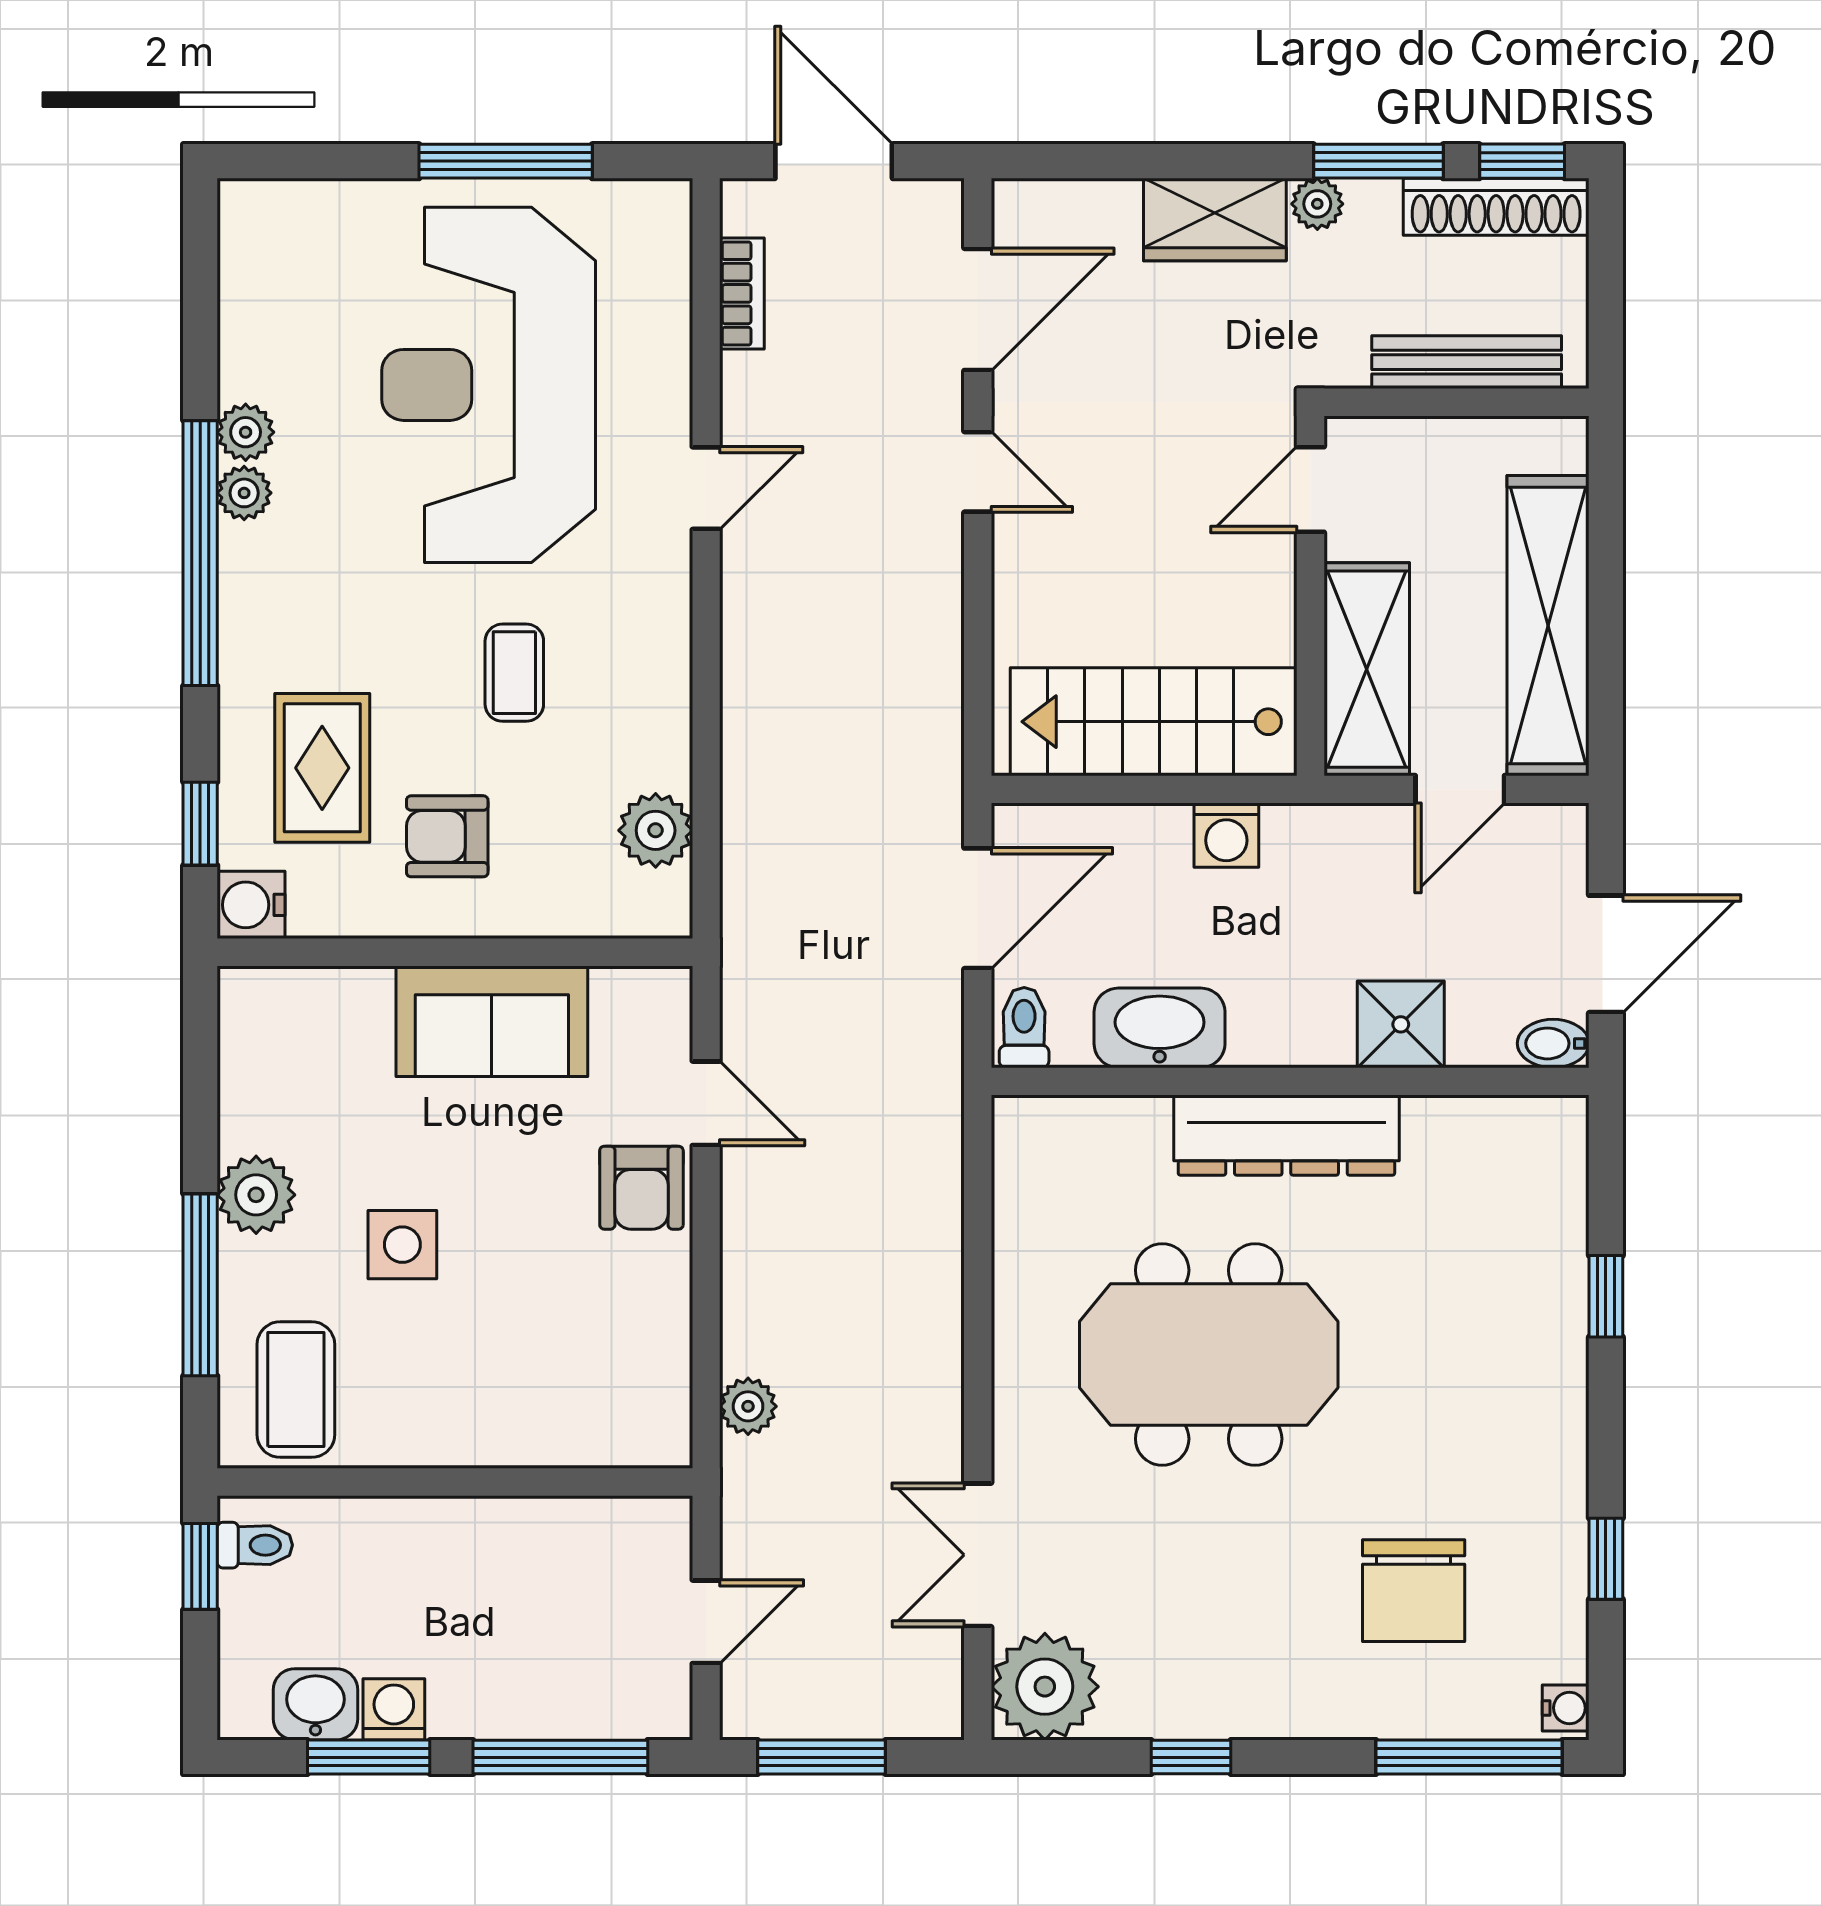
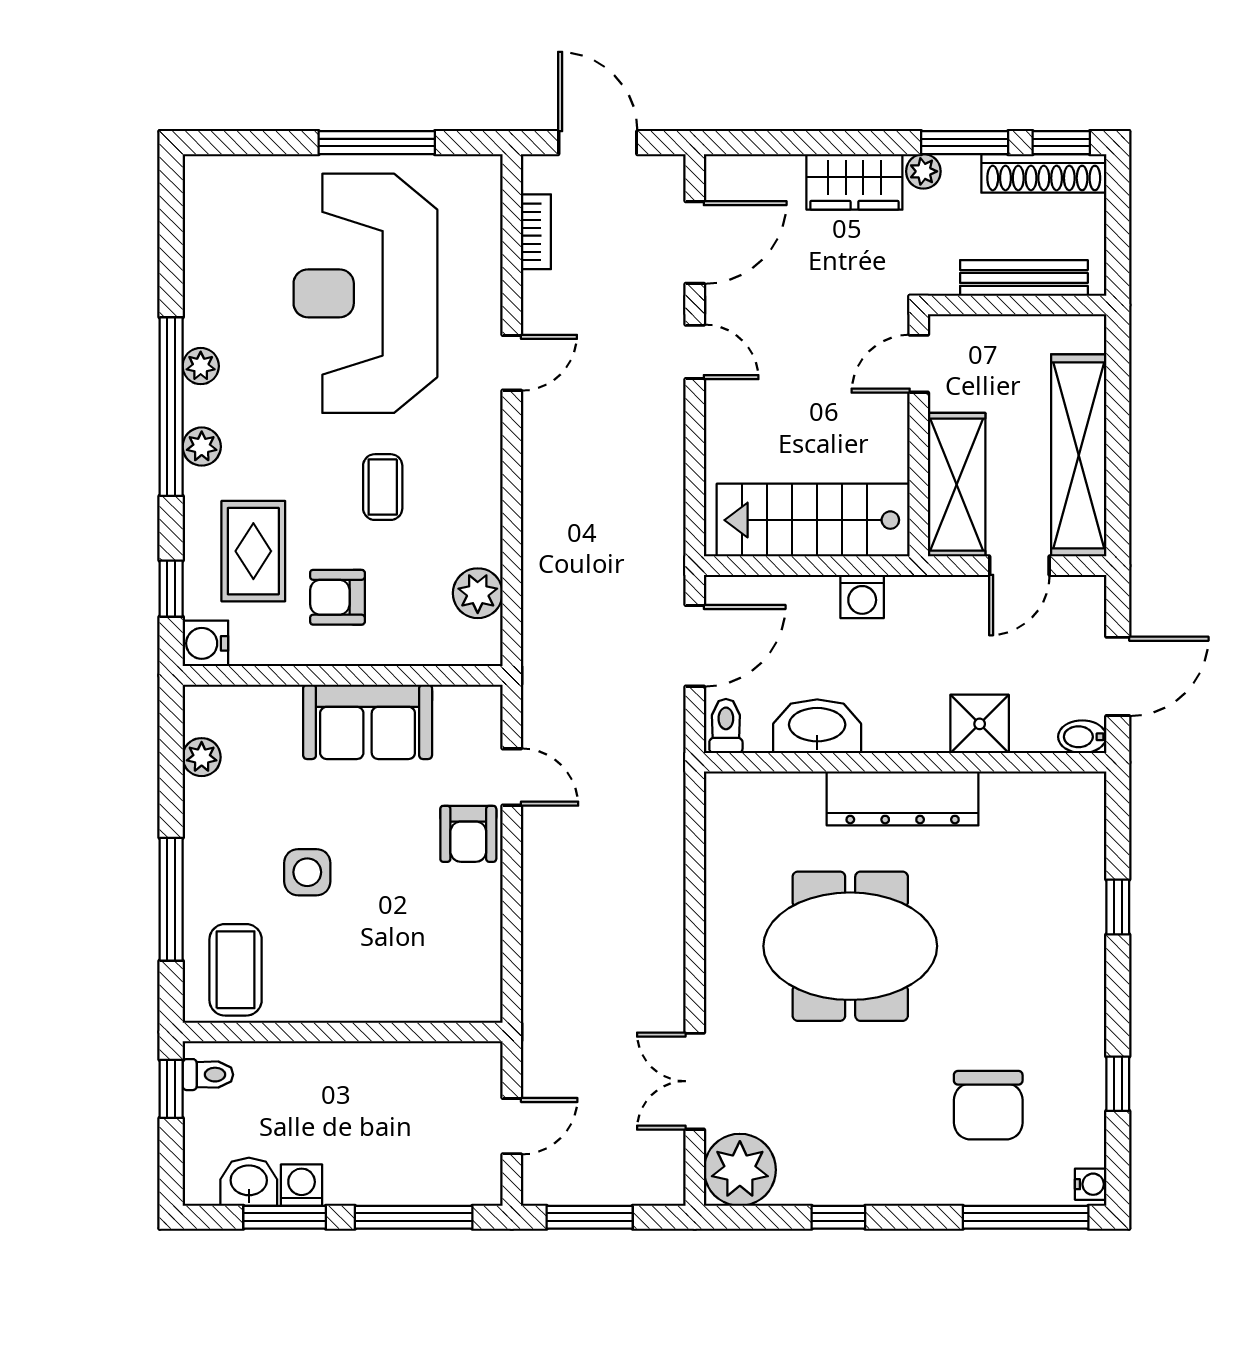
plant: (246, 432) -> (202, 447), moved
plant: (256, 1195) -> (202, 757), moved, width x0.73, depth x0.73
plant: (748, 1406) -> (540, 981), removed

